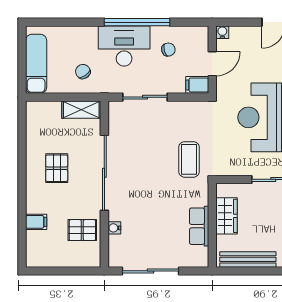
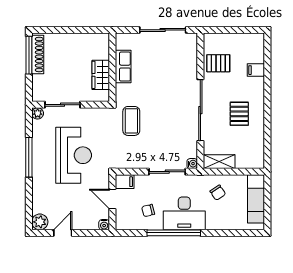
door: (212, 64) -> (112, 199), hinge flipped
water cooler: (114, 228) -> (192, 164), moved
bench: (248, 259) -> (83, 39), removed

